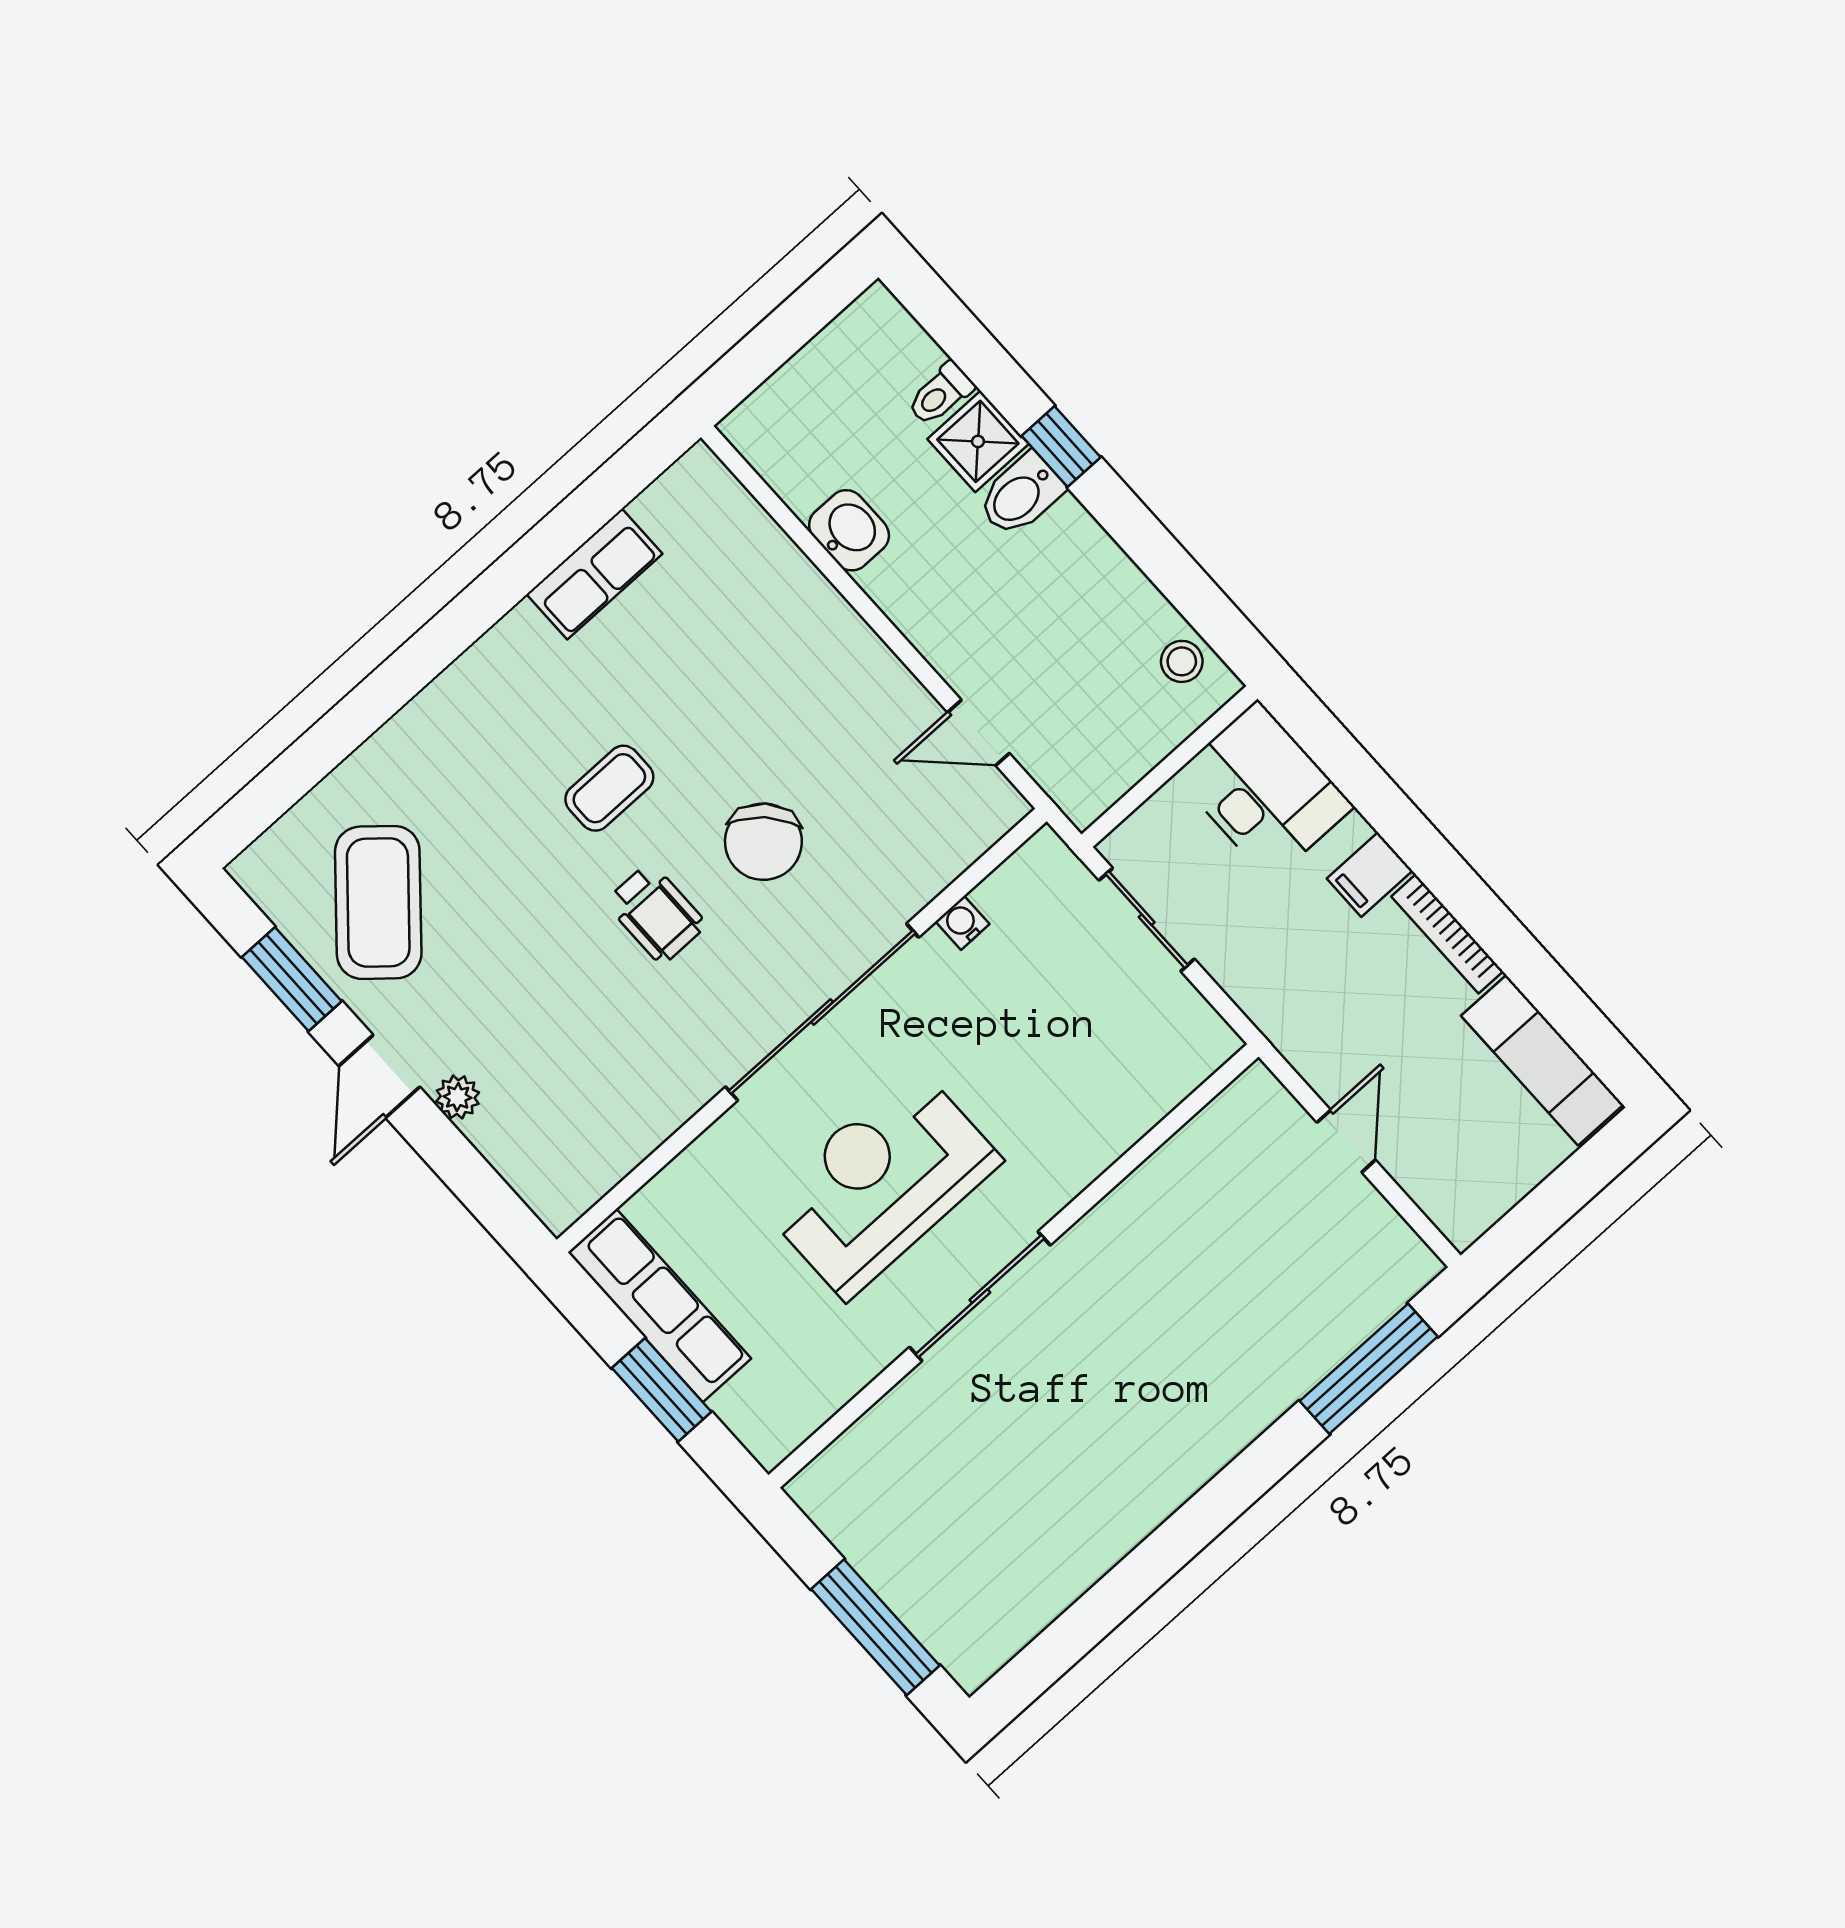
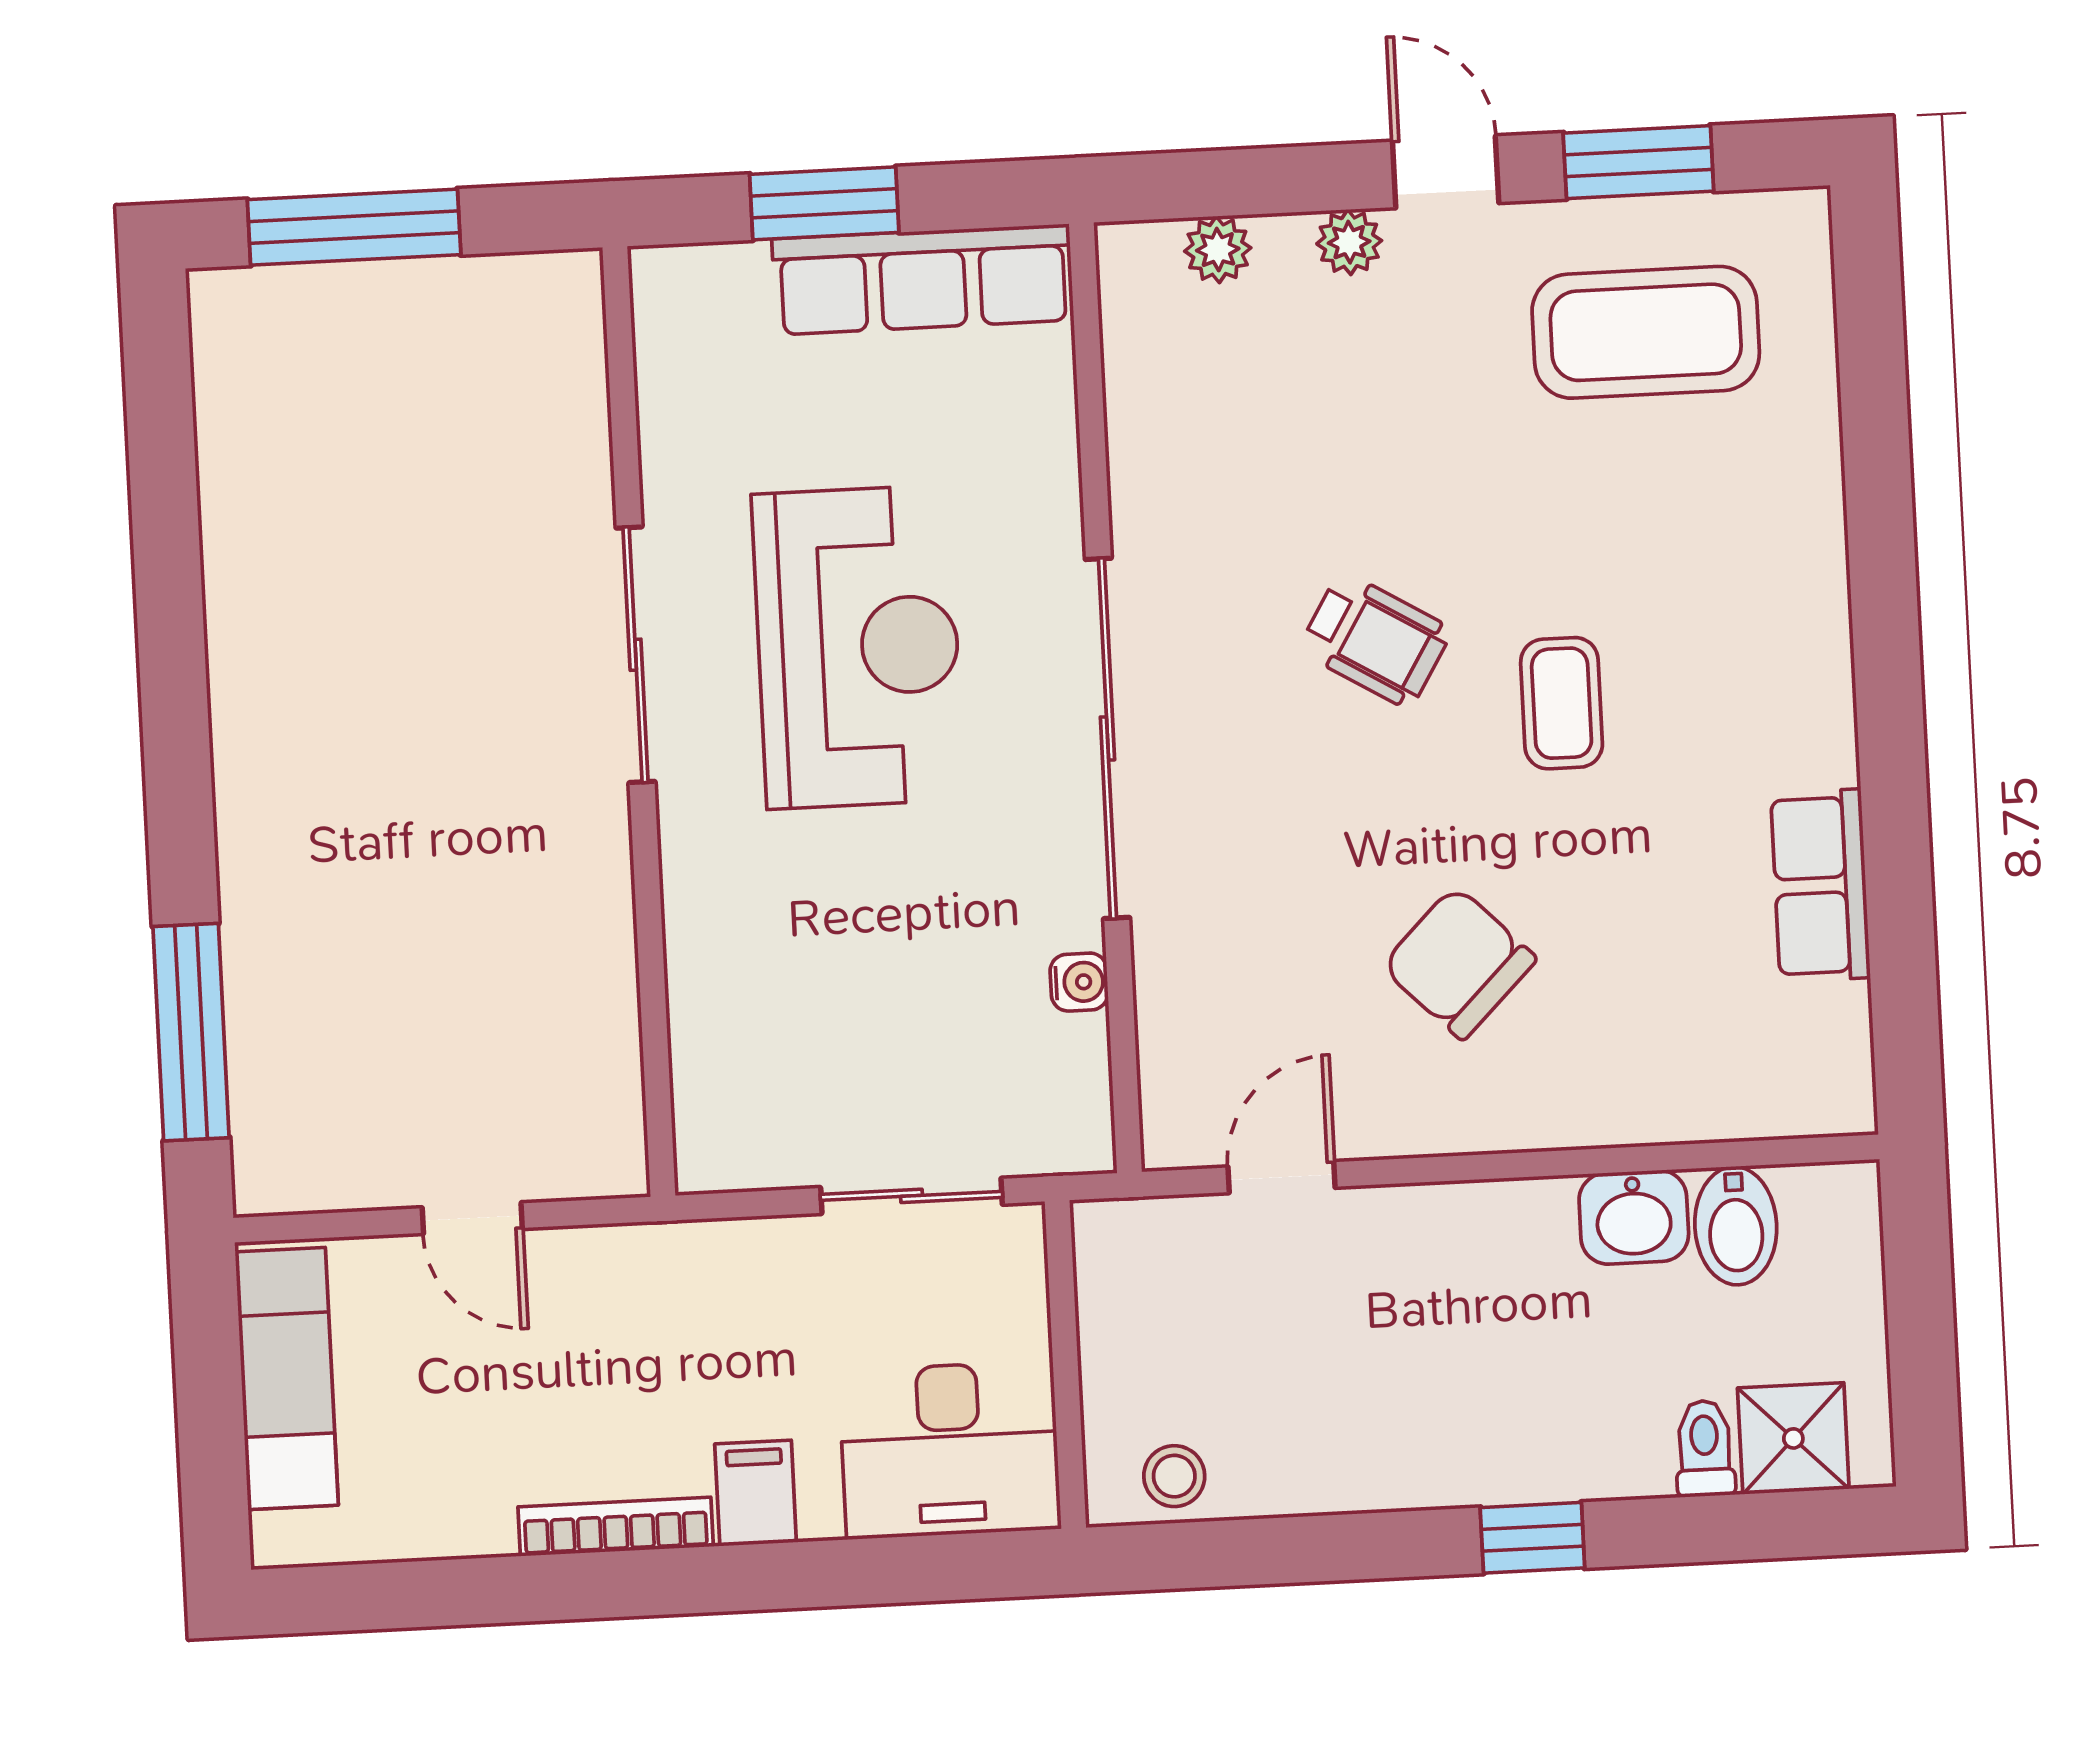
shower: (978, 441) -> (1793, 1438), moved
bidet: (1021, 495) -> (1736, 1226), moved, turned 180
chair: (763, 842) -> (1459, 963), moved
coffee table: (378, 902) -> (1646, 332), turned -41
wheelchair: (656, 913) -> (1375, 640), turned -149
exam couch: (1542, 1060) -> (287, 1378), moved, turned 90
plant: (518, 1163) -> (1218, 250), added

